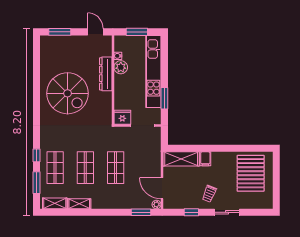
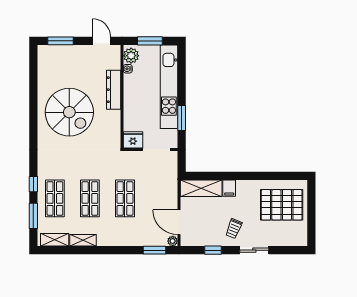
plant: (121, 67) -> (131, 56), moved
pallet: (251, 173) -> (282, 205), turned 90

